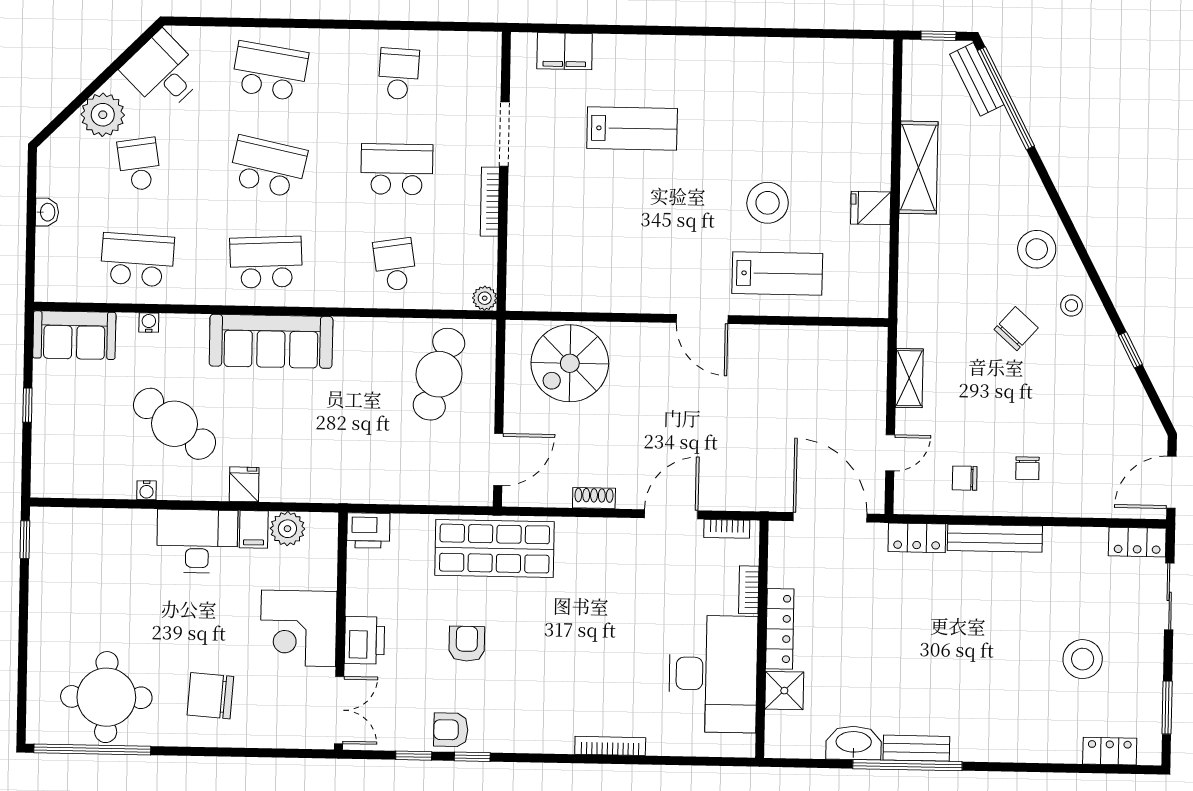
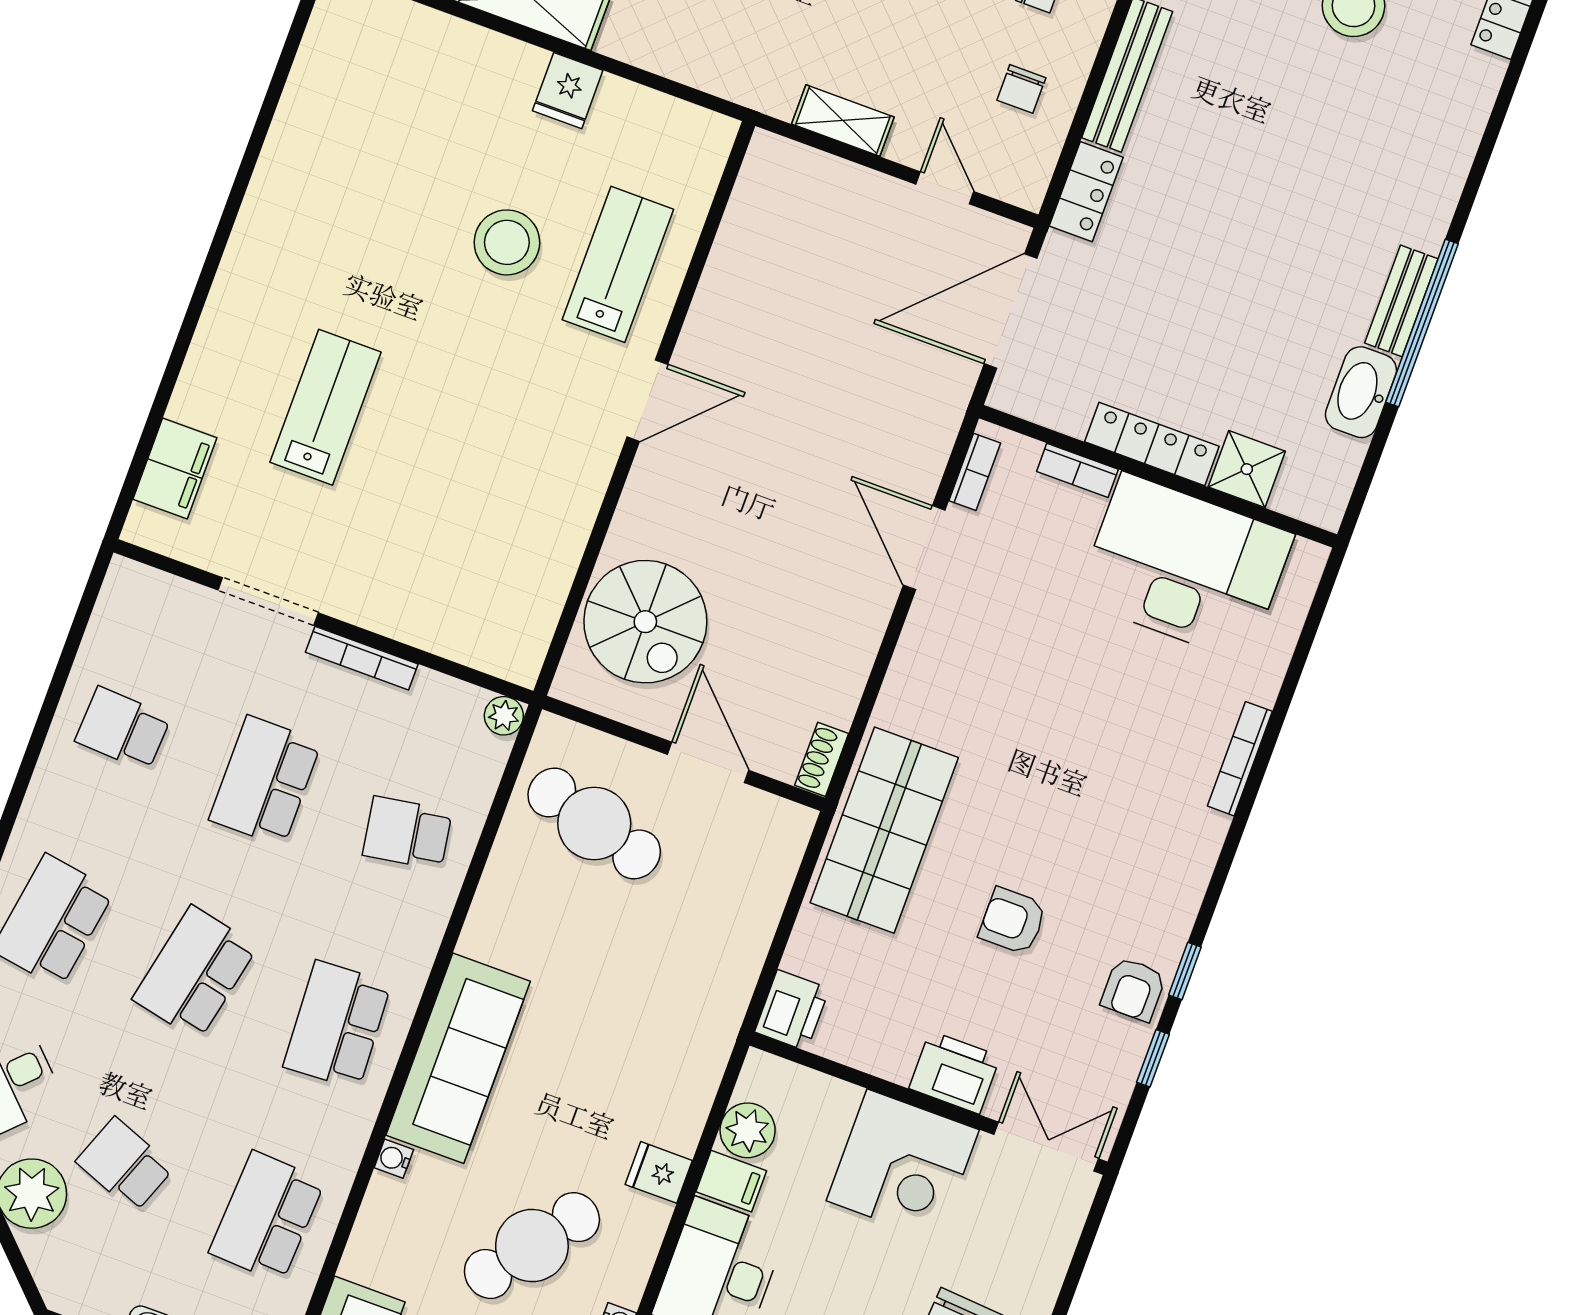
school desk: (139, 164) -> (125, 1165), turned 30
water cooler: (149, 323) -> (394, 1159), moved
door: (498, 459) -> (708, 762), moved
shoe rack: (594, 498) -> (822, 759), moved

